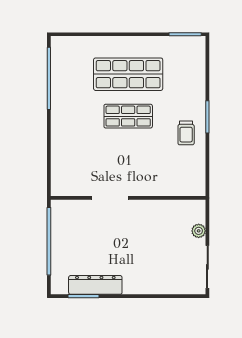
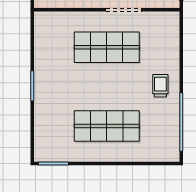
shop shelf: (128, 116) -> (107, 47), moved, width x1.43, depth x1.36
trolley: (186, 133) -> (160, 86), moved

